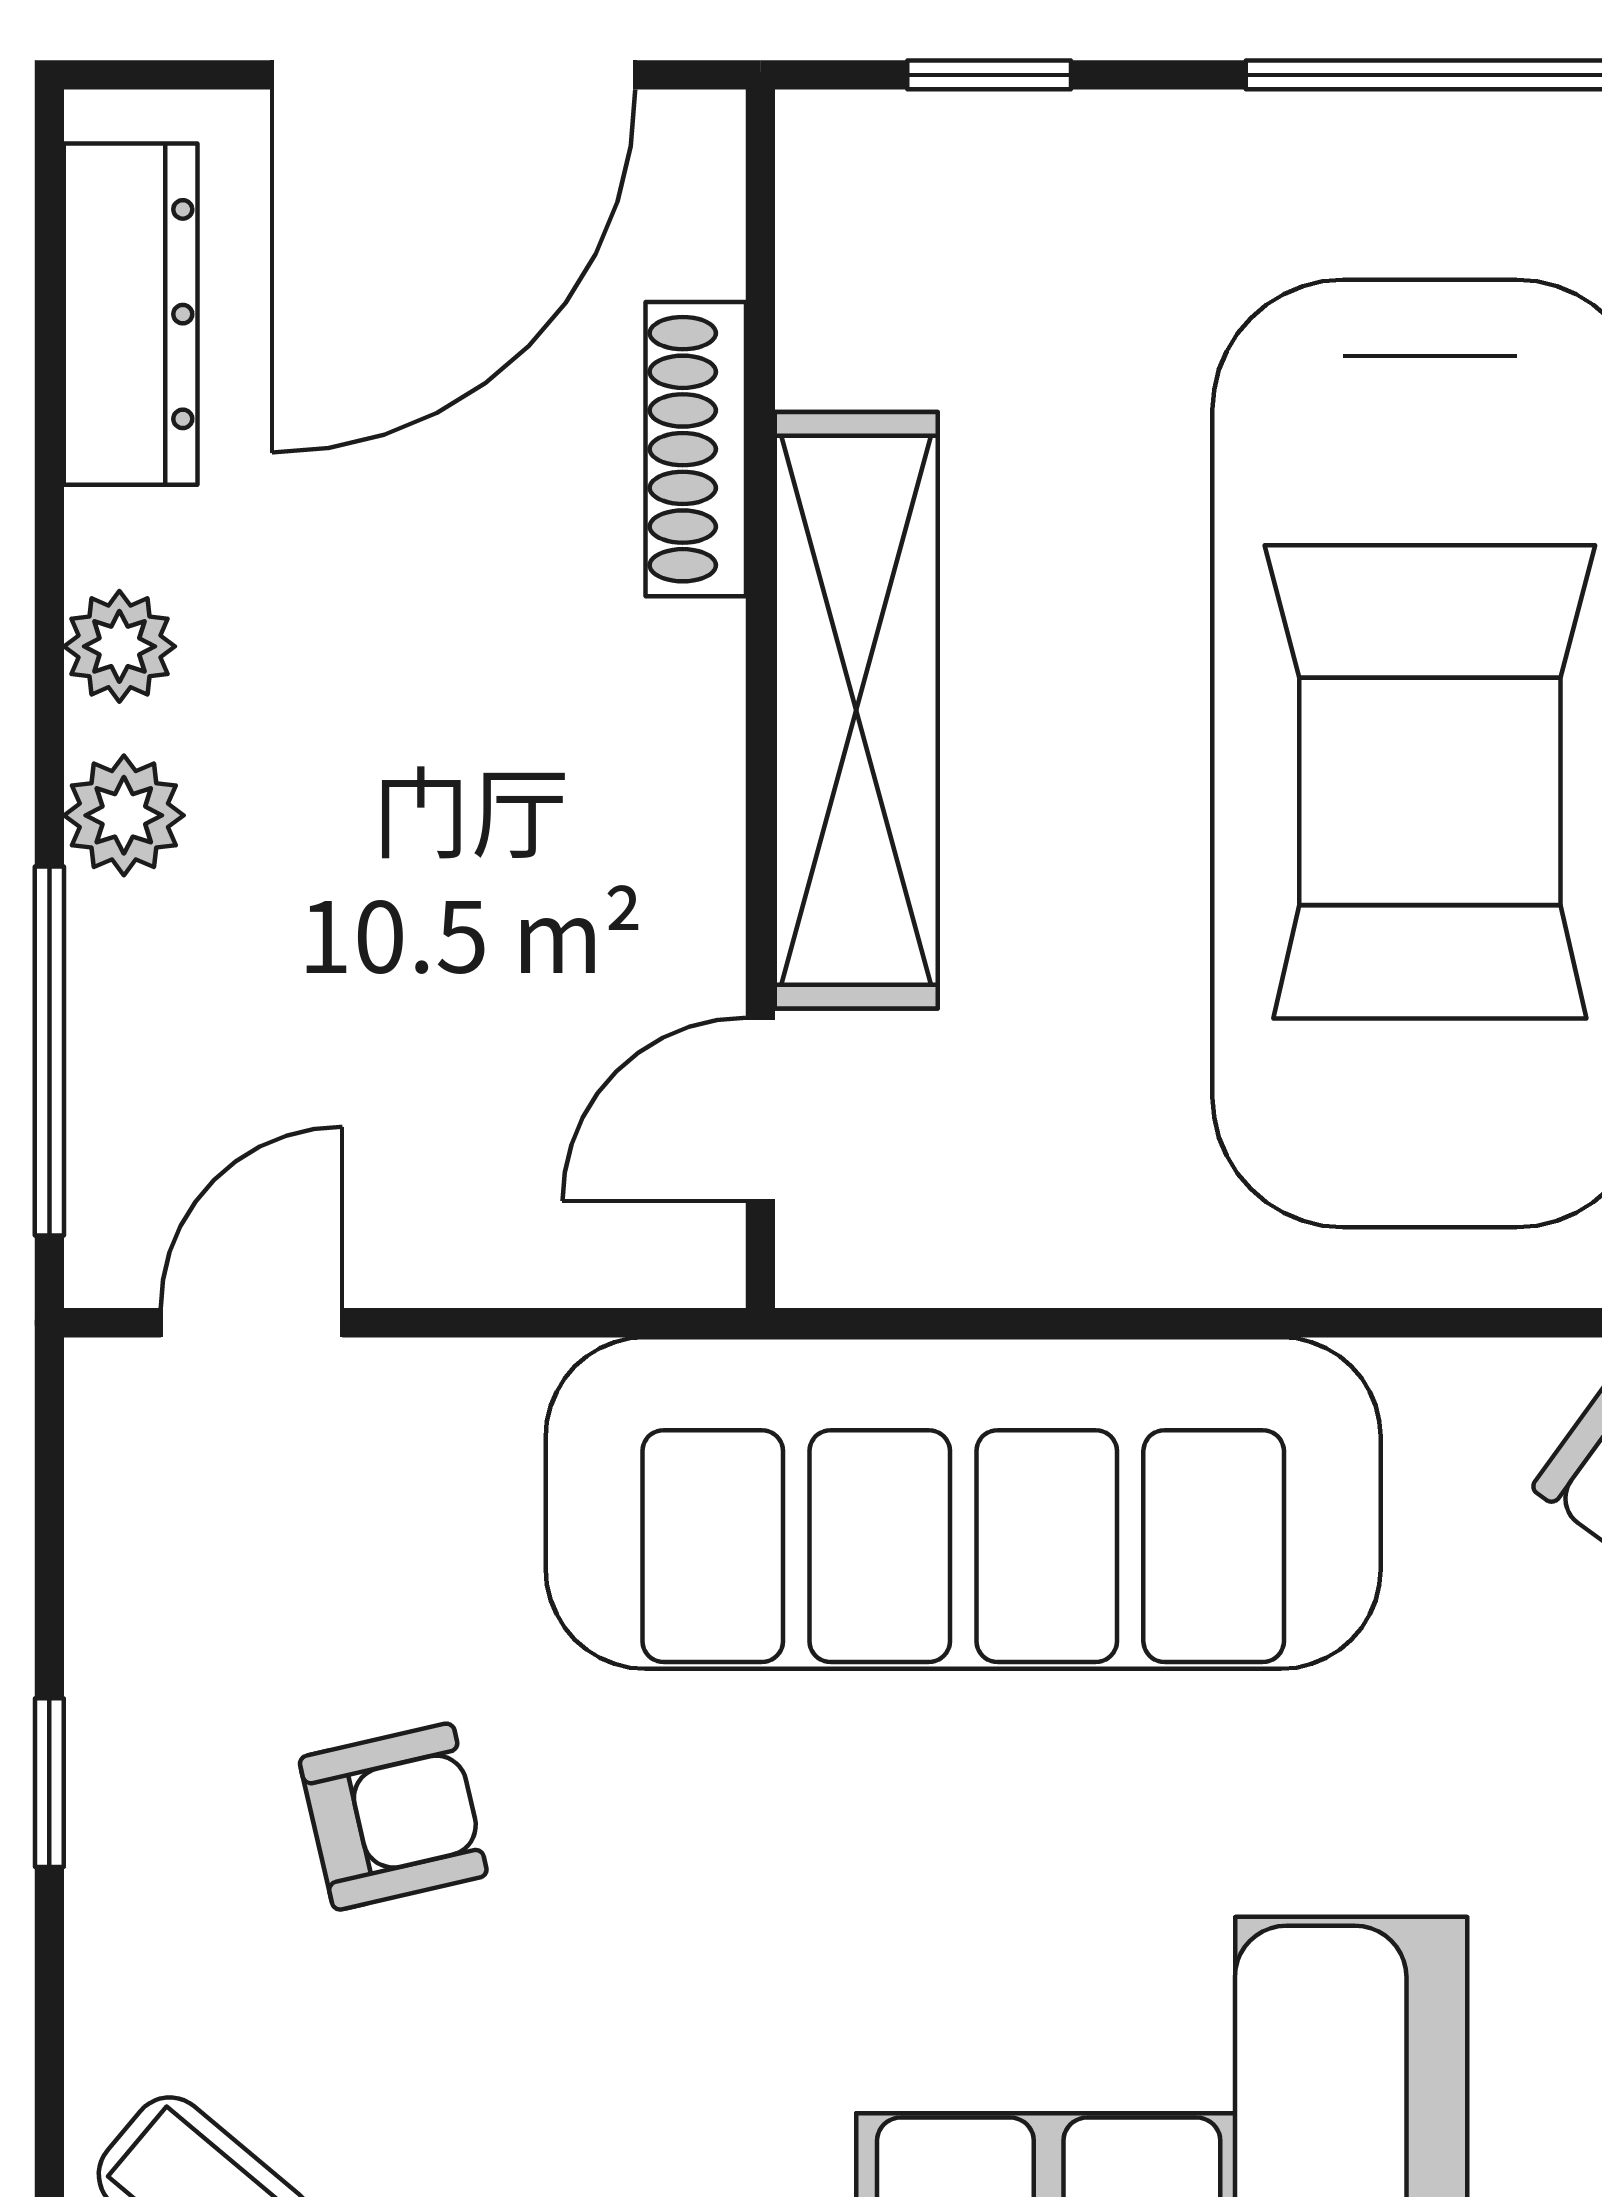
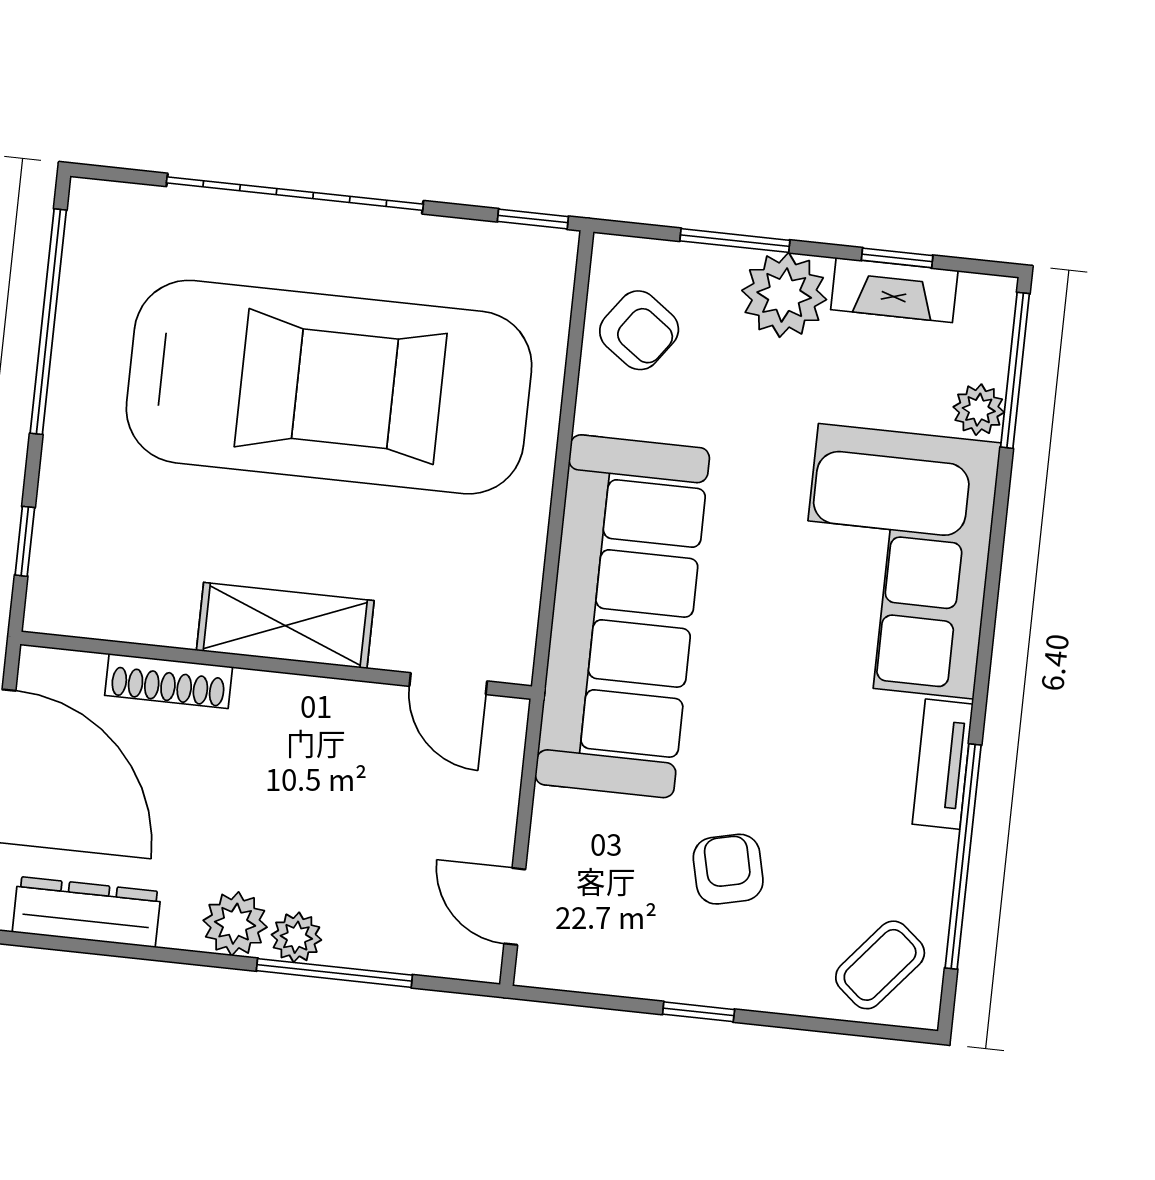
plant: (119, 646) -> (235, 924), width x1.38, depth x1.38
shelving: (856, 710) -> (285, 626), width x0.68
window: (49, 1051) -> (334, 973), moved

